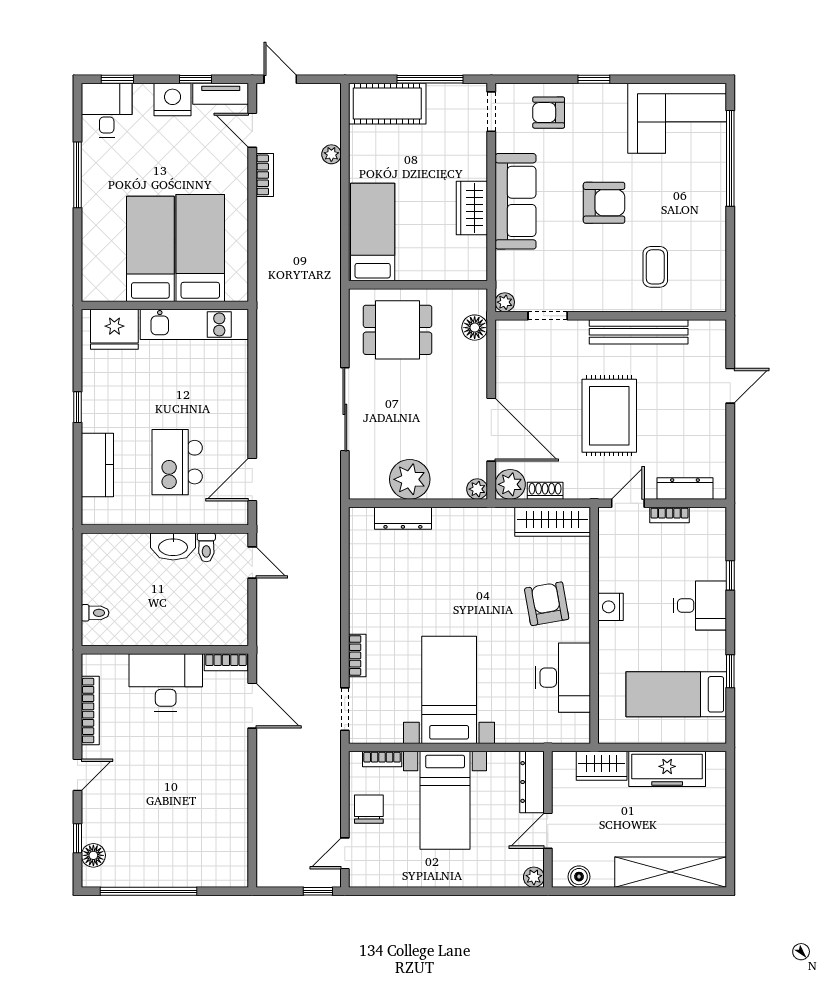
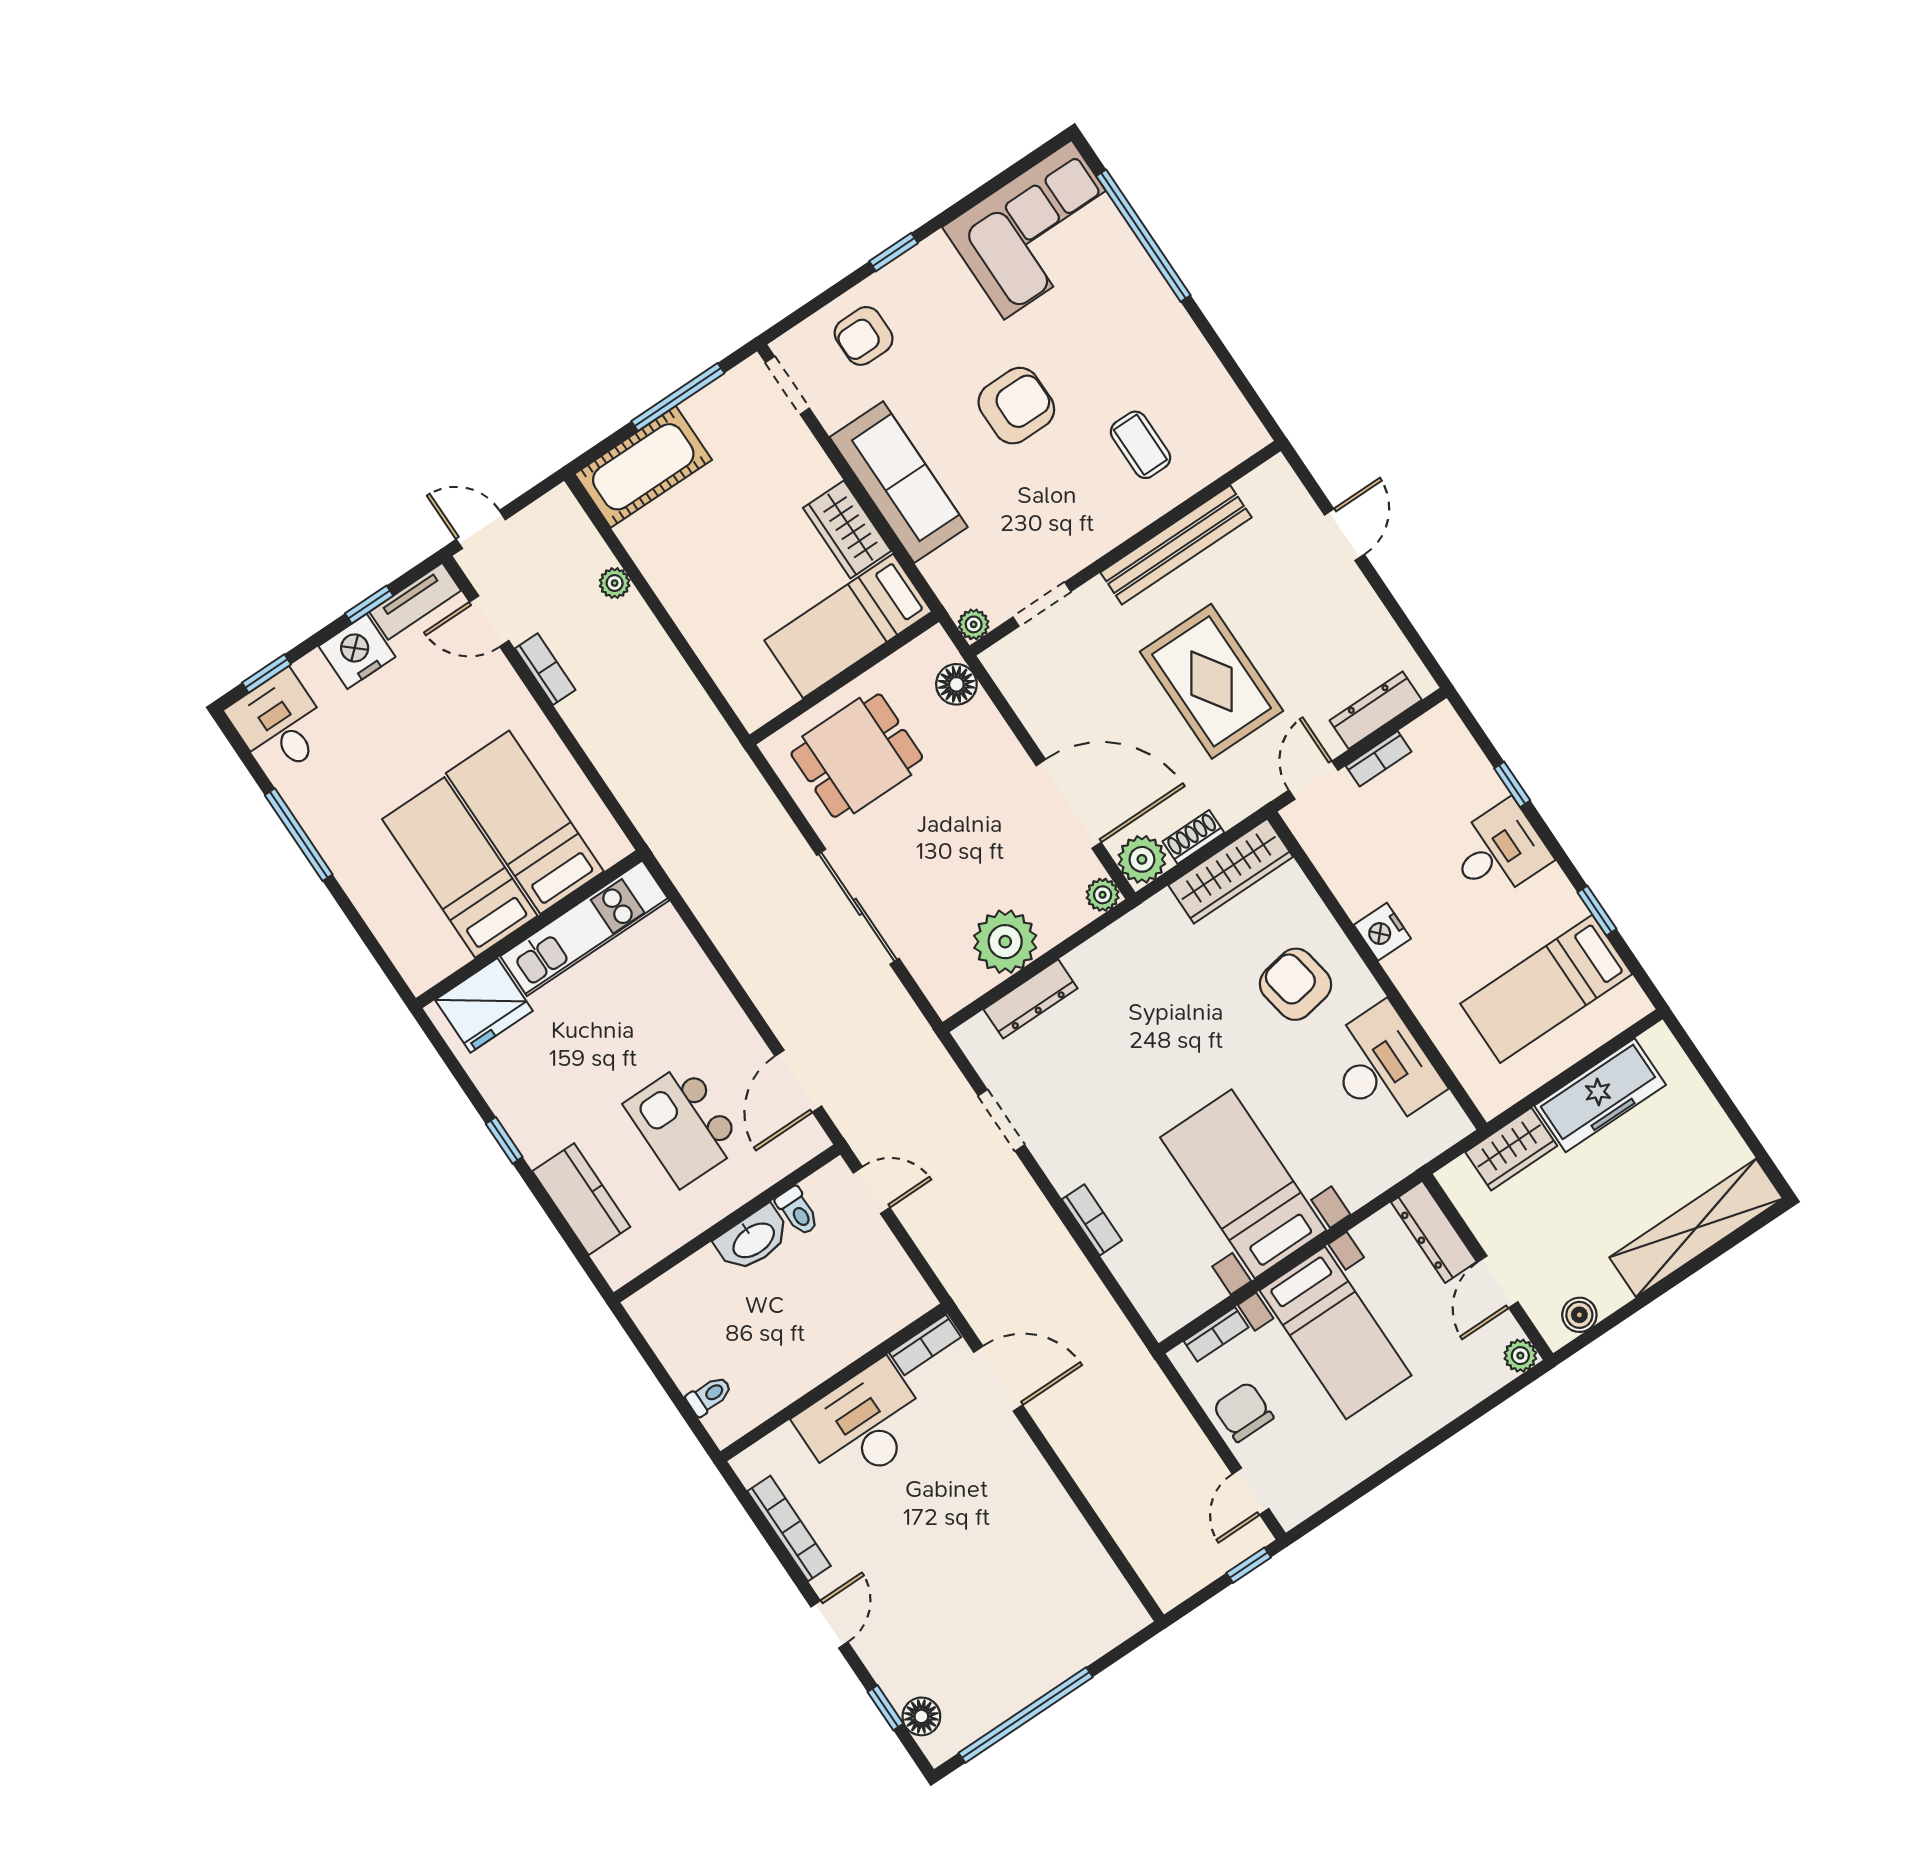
bed: (373, 232) -> (848, 626), moved, turned -90
doorway: (345, 709) -> (1001, 1120), moved

